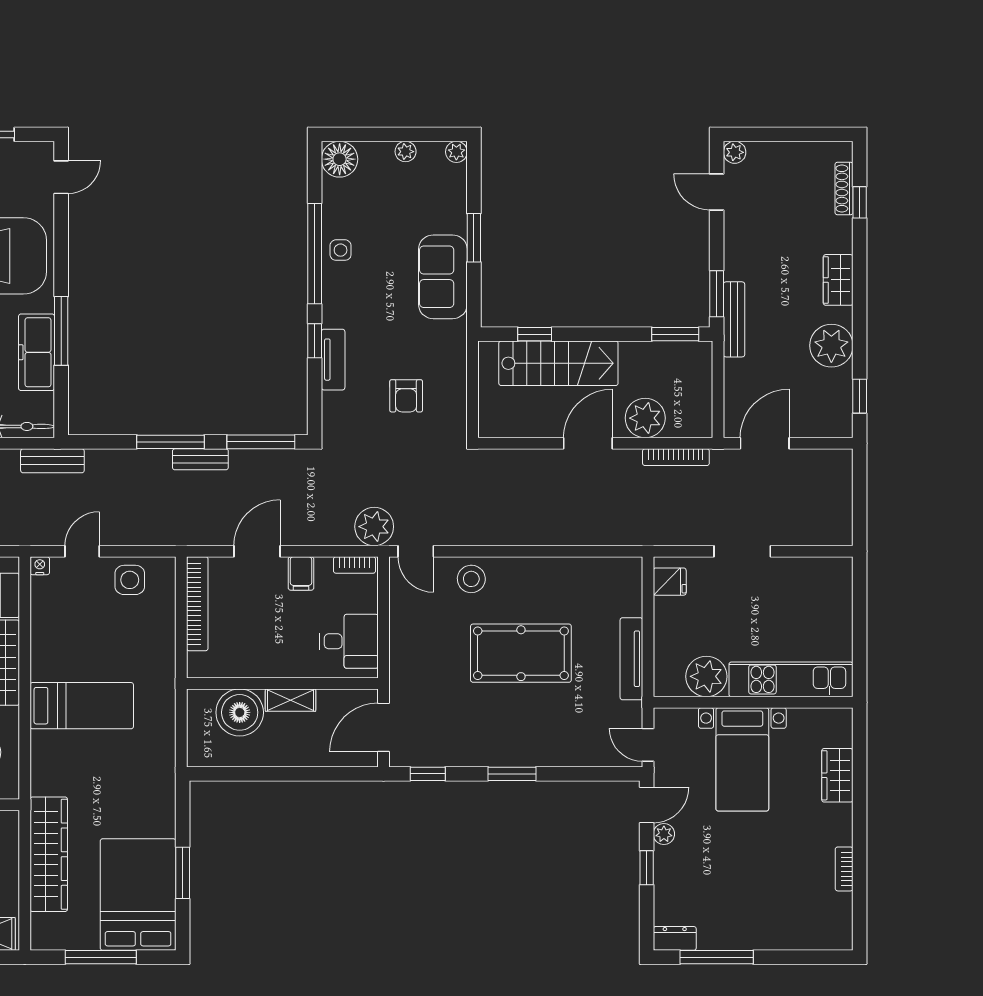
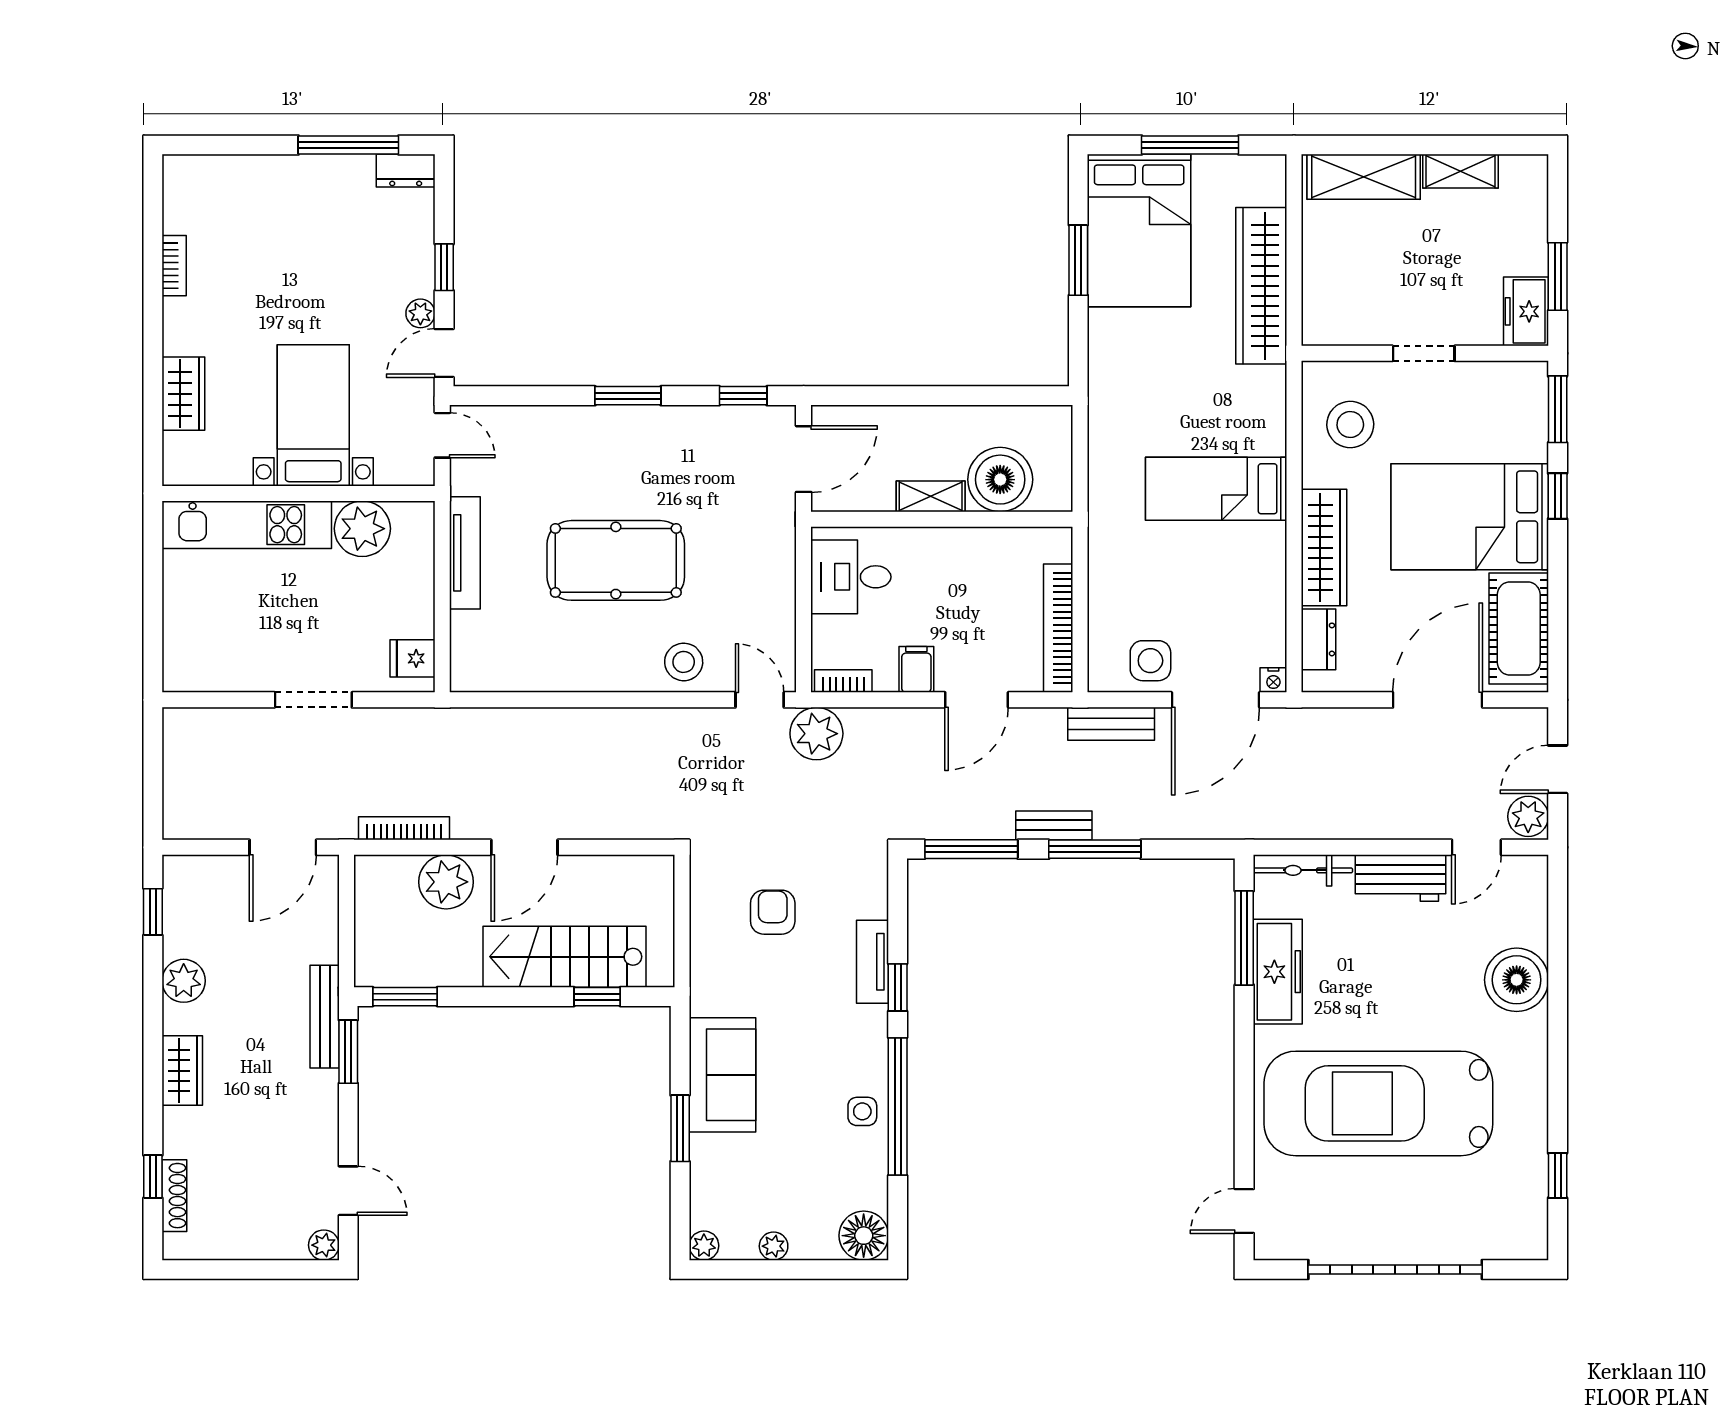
window: (61, 331) -> (1244, 938), moved
plant: (831, 346) -> (184, 981), width x0.73, depth x0.73
bench: (52, 461) -> (1111, 724), moved
door: (82, 551) -> (1215, 700), width x1.88

